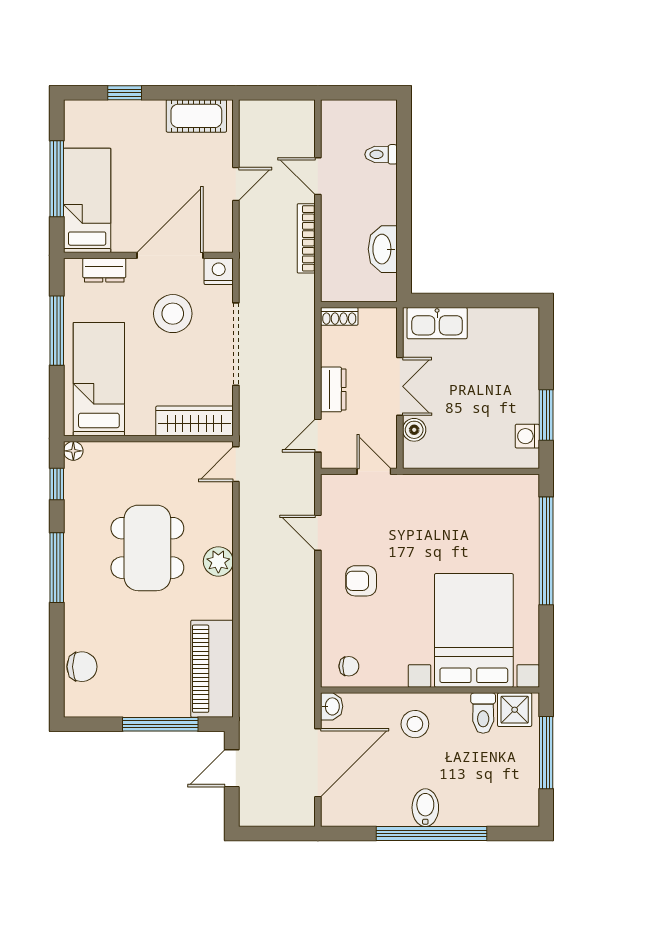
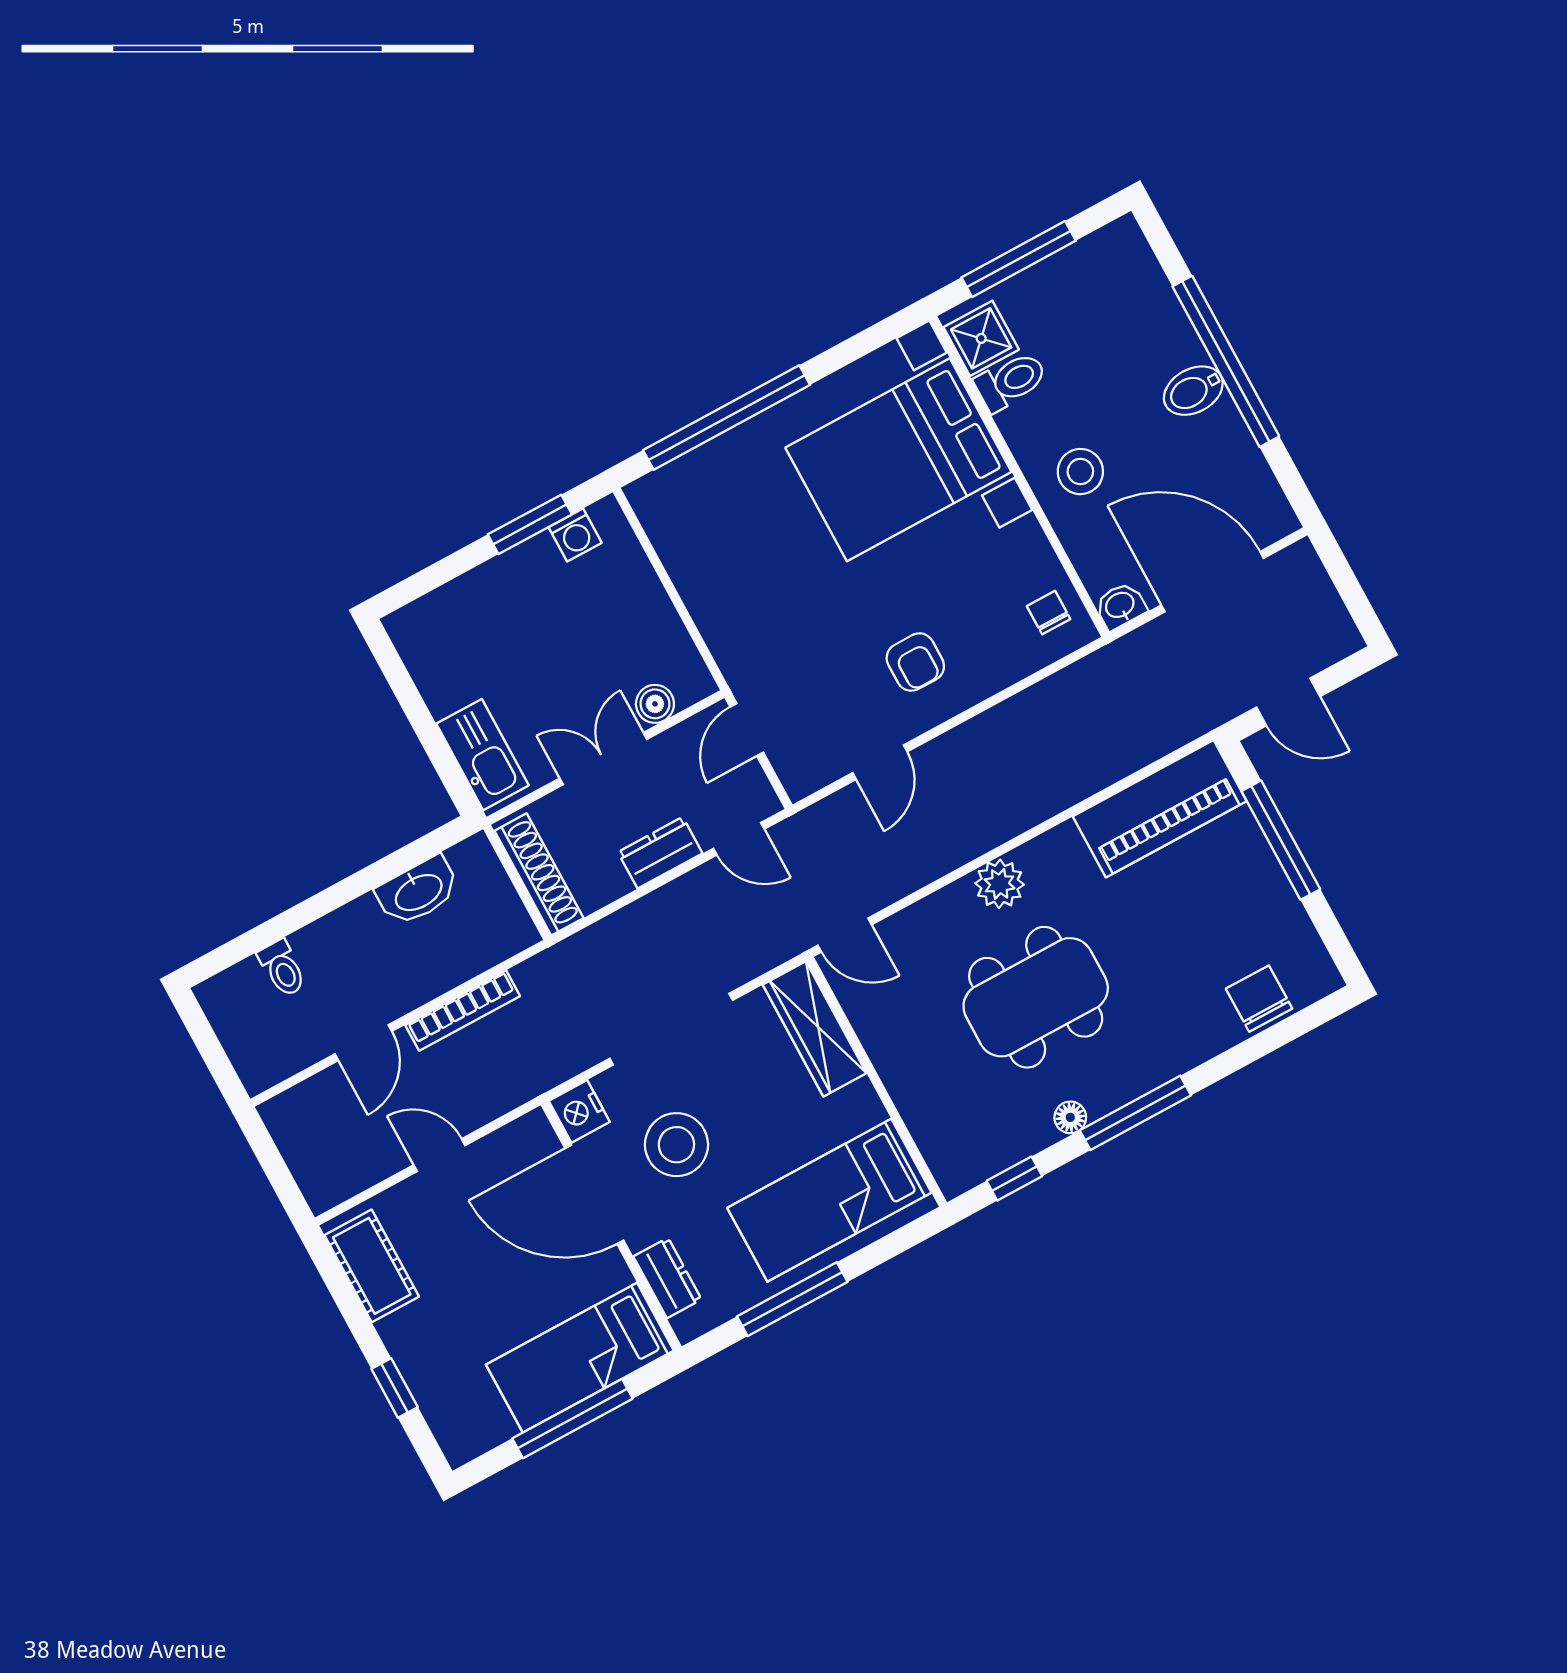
shoe rack: (339, 316) -> (539, 874), width x1.94, depth x1.24
floor lamp: (73, 451) -> (1070, 1117), moved

